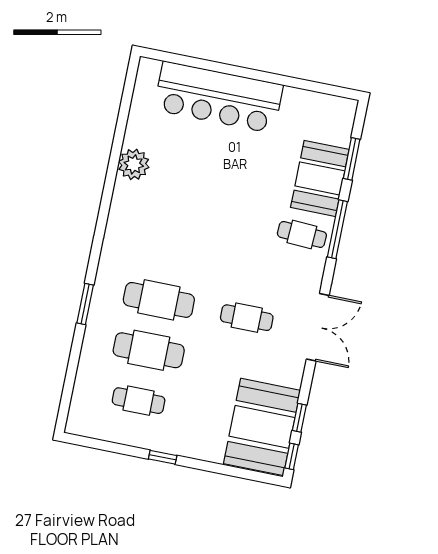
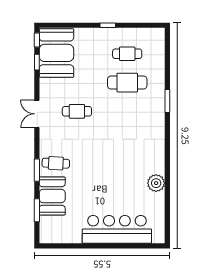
window: (337, 229) -> (37, 170), width x0.69
cafe table: (159, 300) -> (127, 111), removed
double door: (318, 327) -> (37, 114), width x0.73

